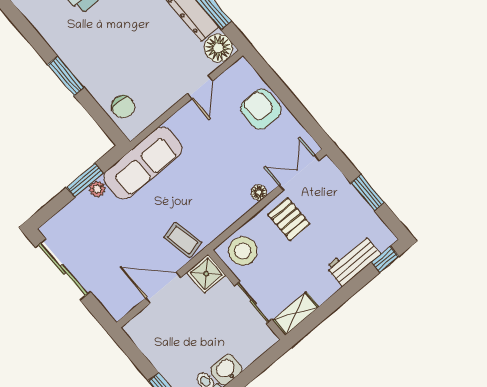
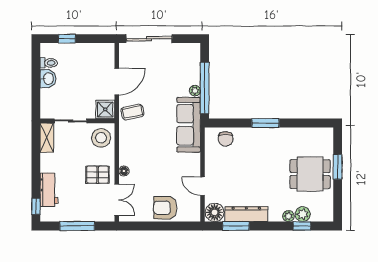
chair: (123, 107) -> (226, 139), turned -90
armchair: (261, 109) -> (165, 208), turned 180
window: (85, 180) -> (205, 88), width x2.11
window: (368, 193) -> (77, 226), width x1.44
sliding door: (63, 269) -> (149, 39), moved

